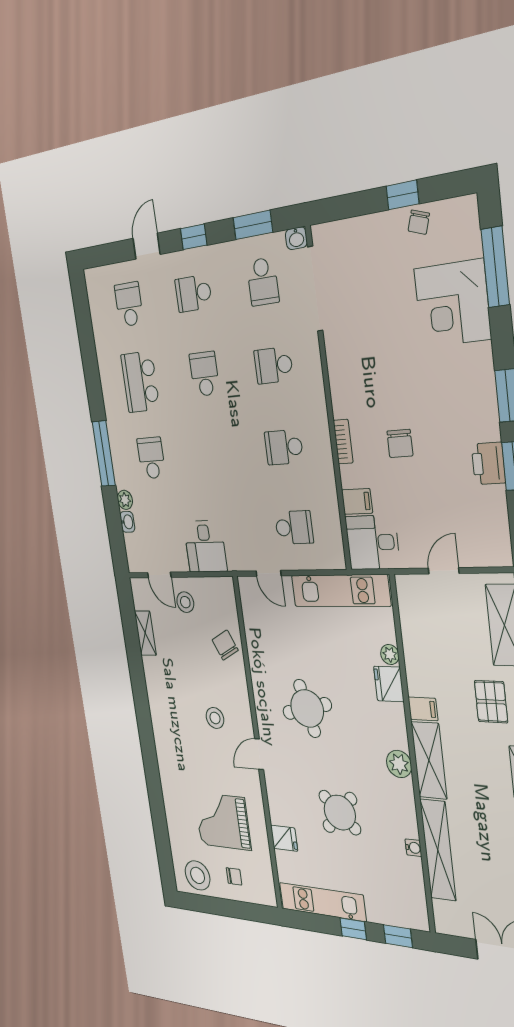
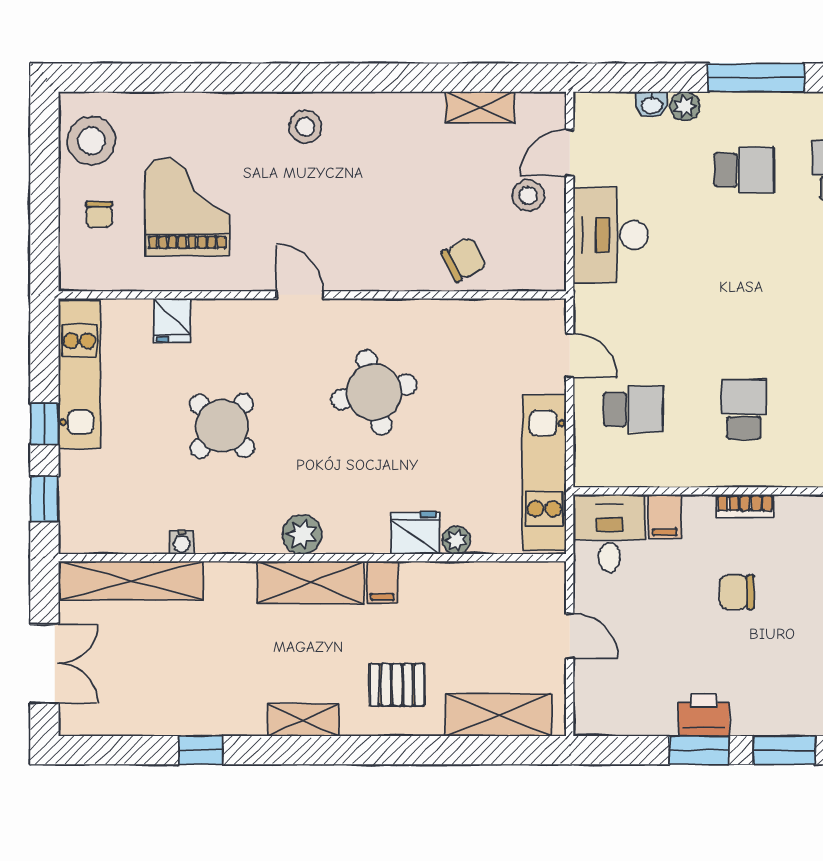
school desk: (294, 527) -> (633, 409), turned -90
desk: (205, 546) -> (611, 235), width x1.37
door: (269, 573) -> (570, 355), swing flipped
stool: (215, 718) -> (305, 127), moved
shelving: (438, 850) -> (132, 581), moved

